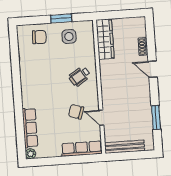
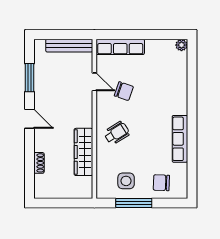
window: (61, 18) -> (134, 203), width x1.44
wardrobe: (105, 39) -> (83, 152), moved
door: (153, 69) -> (29, 119), moved
row of seats: (30, 128) -> (180, 139), moved

